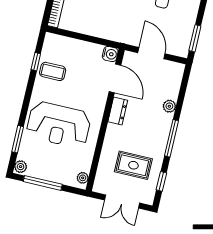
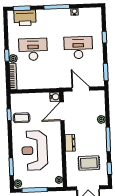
door: (115, 78) -> (62, 111), swing flipped
dresser: (118, 111) -> (70, 143), moved
reception desk: (59, 125) -> (35, 150), turned 90

